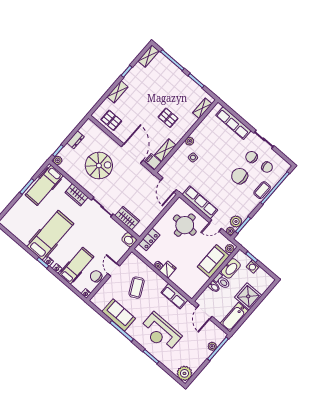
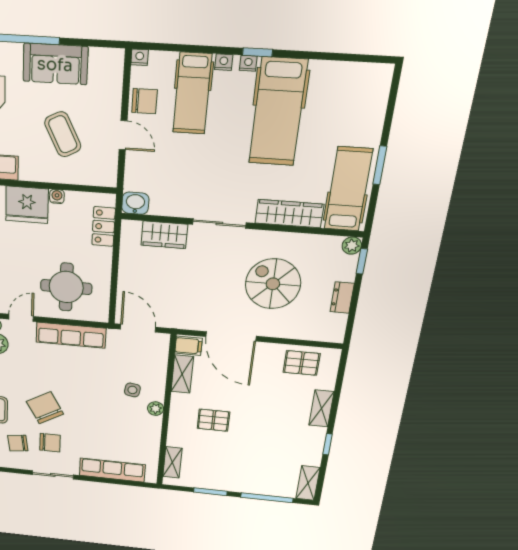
spiral stairs: (99, 166) -> (273, 284), turned 90
chair: (240, 176) -> (45, 408), turned -120
wardrobe: (77, 195) -> (289, 214), width x1.50
fridge: (168, 270) -> (27, 205), width x1.88, depth x1.34

